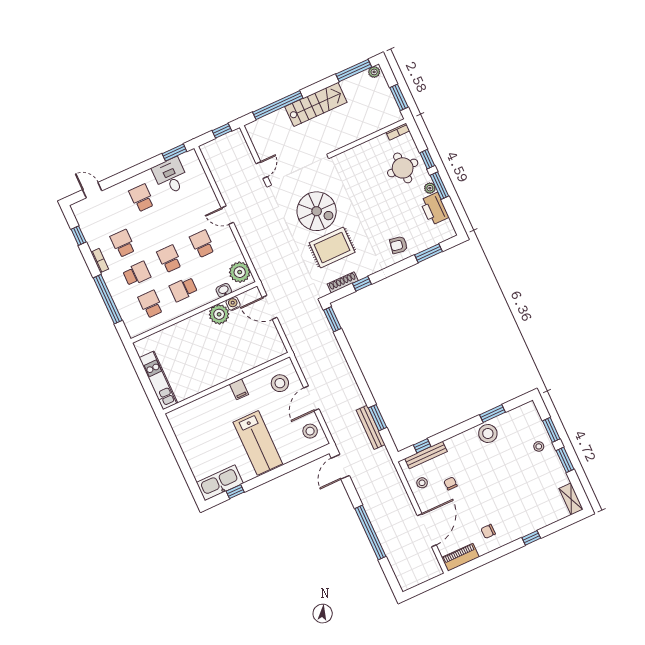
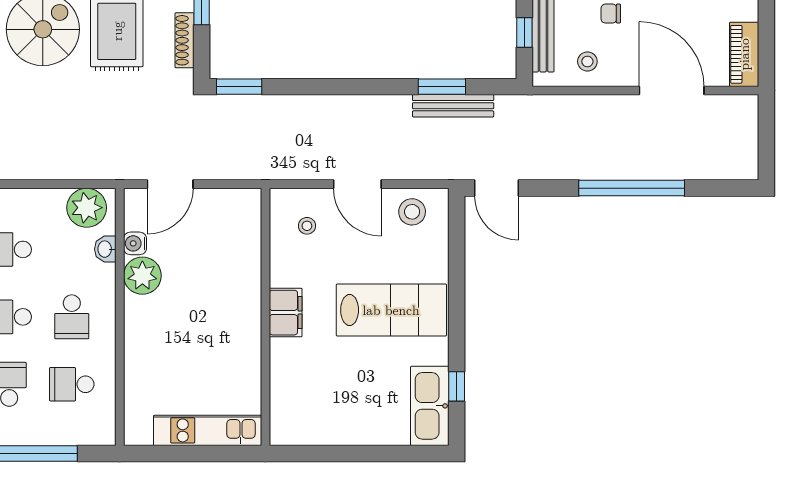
stool: (280, 383) -> (307, 226), width x0.53, depth x0.53
filing cabinet: (239, 389) -> (286, 313), width x2.00

